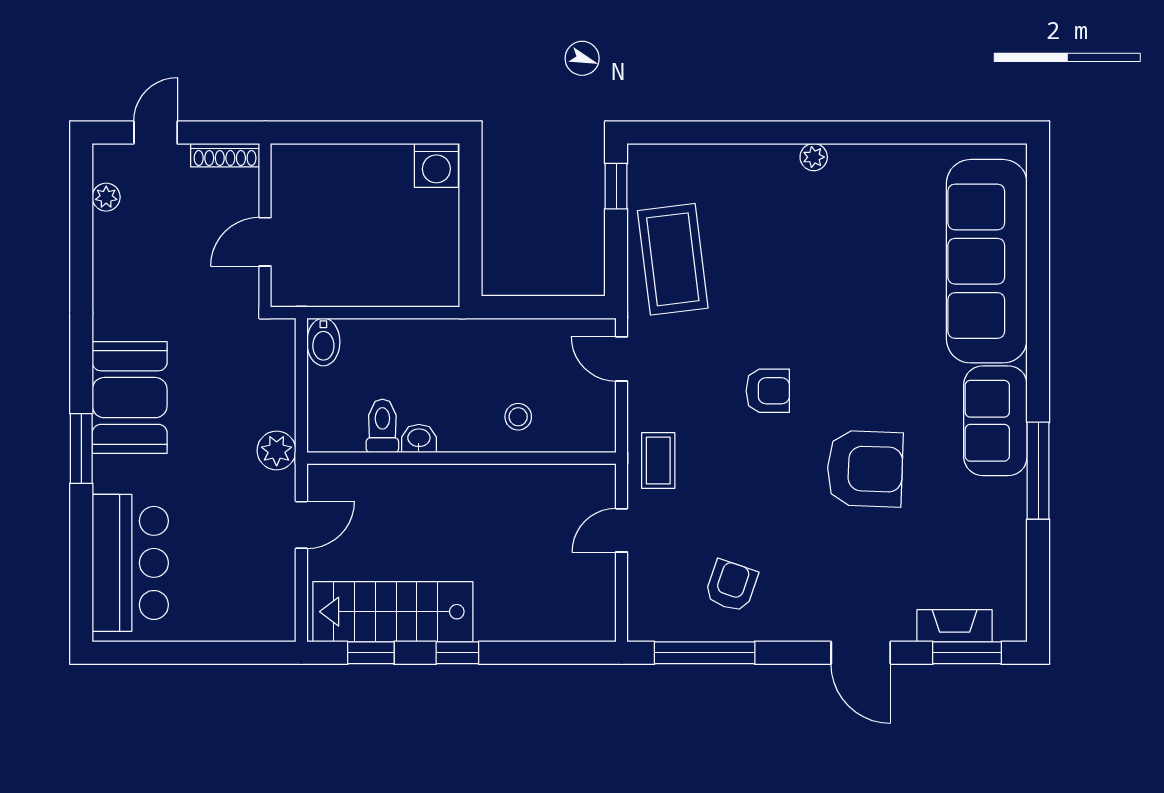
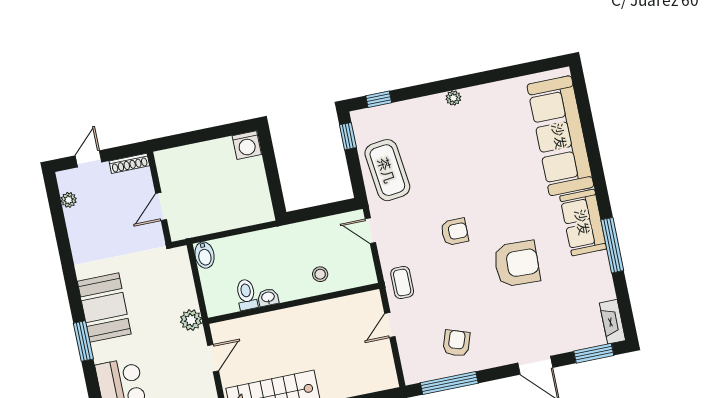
window: (683, 133) -> (379, 99), added
fireplace: (955, 626) -> (612, 322), moved, turned -90

